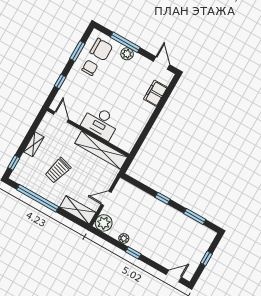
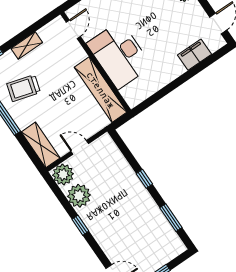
desk: (100, 123) -> (119, 55), width x1.36, depth x1.30
trolley: (58, 170) -> (24, 88), moved
plant: (124, 238) -> (79, 196), width x1.88, depth x1.88

